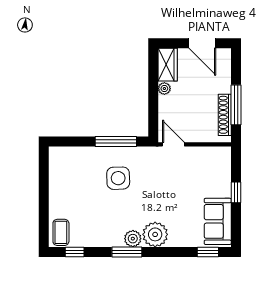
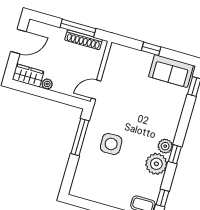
plant: (155, 234) -> (156, 164), moved
window: (127, 252) -> (175, 154), width x0.67

